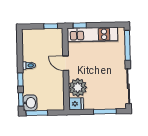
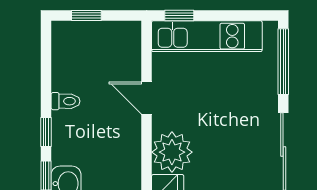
window: (51, 26) -> (86, 15), moved

